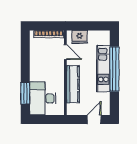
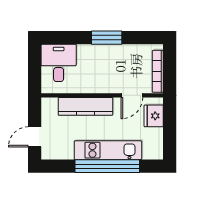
window: (25, 93) -> (107, 38), moved
desk: (43, 98) -> (59, 63), width x0.73
door: (94, 119) -> (35, 137), swing flipped

